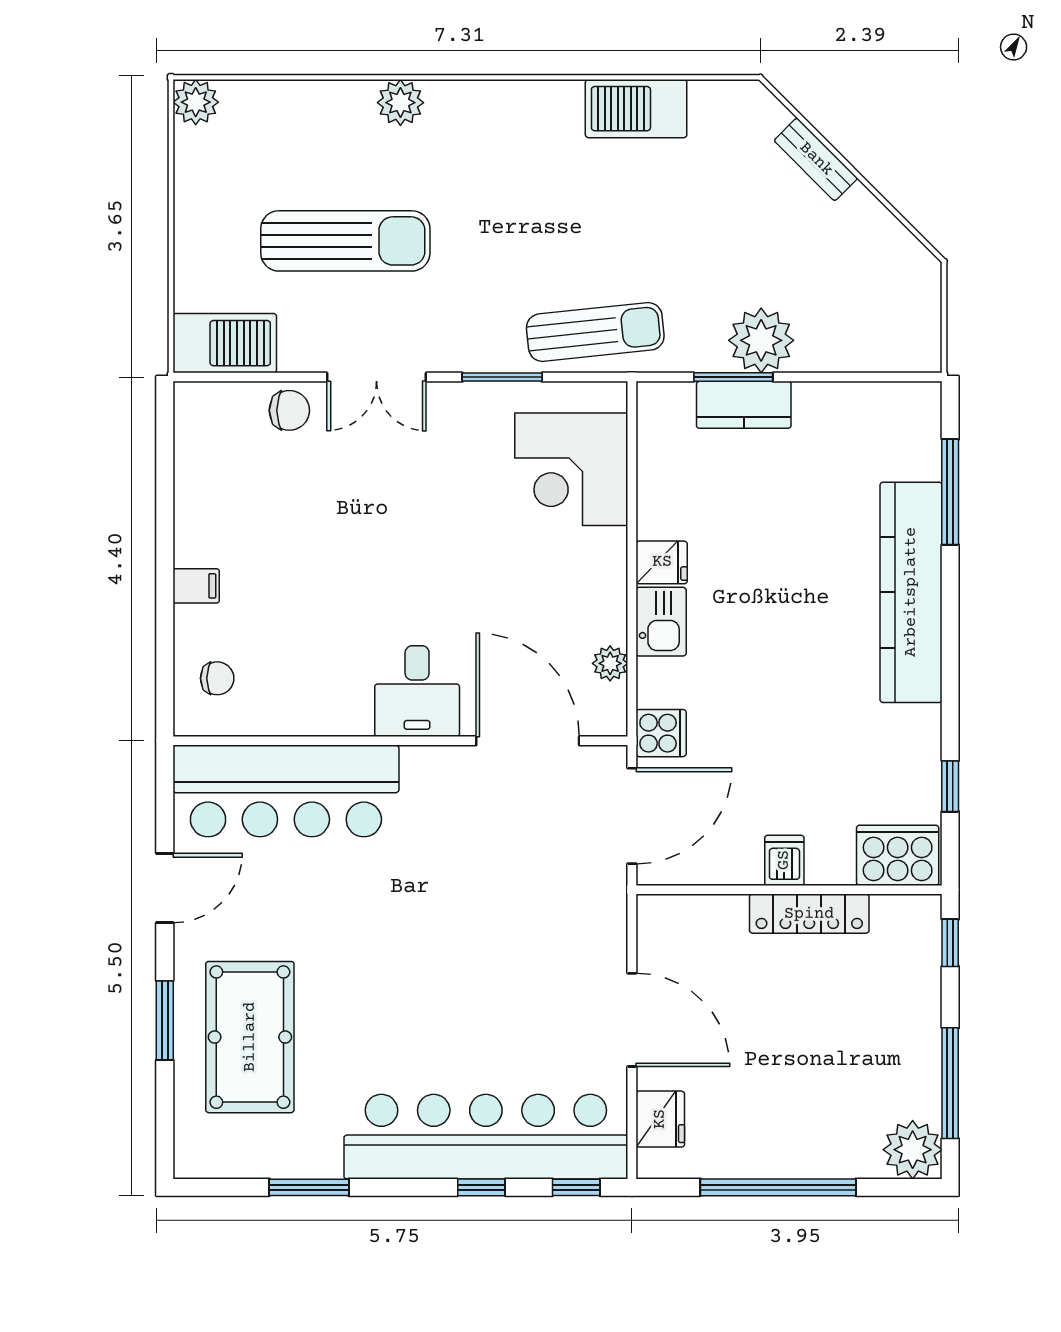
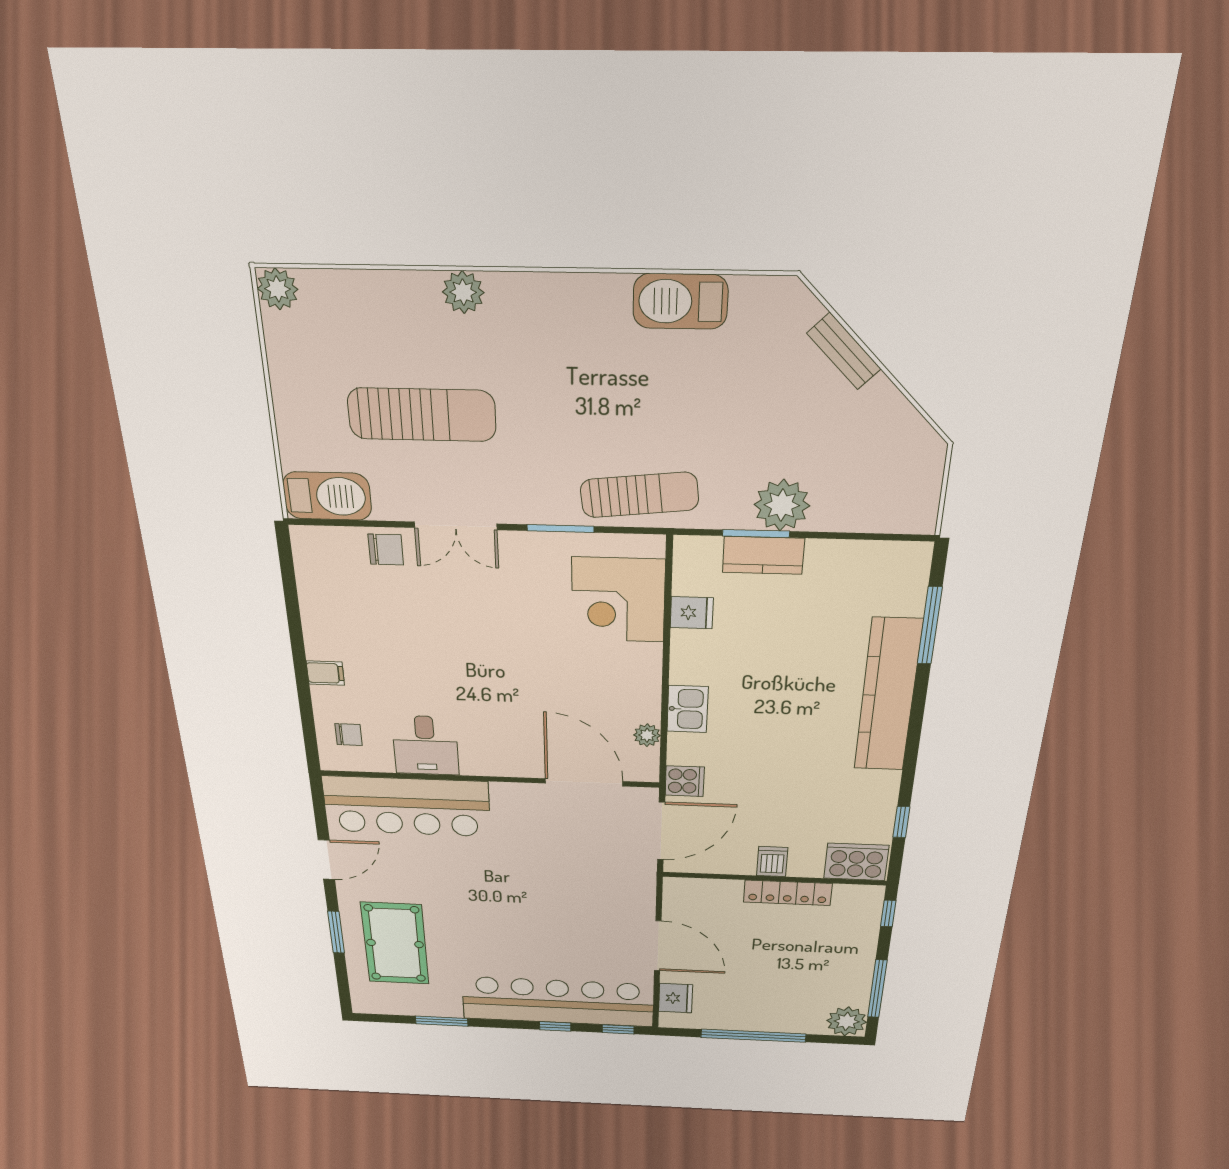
fridge: (662, 562) -> (692, 613), moved
desk: (417, 691) -> (426, 745), moved

